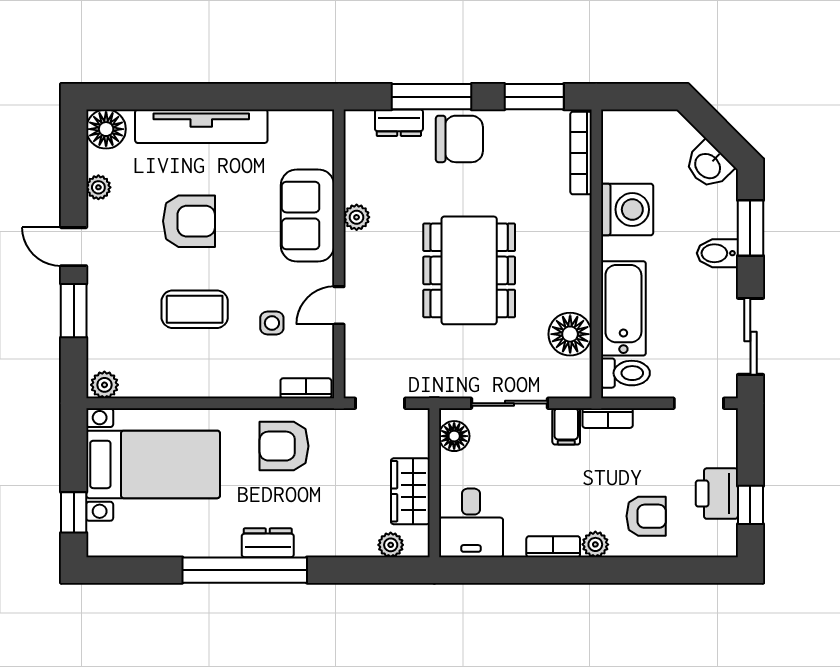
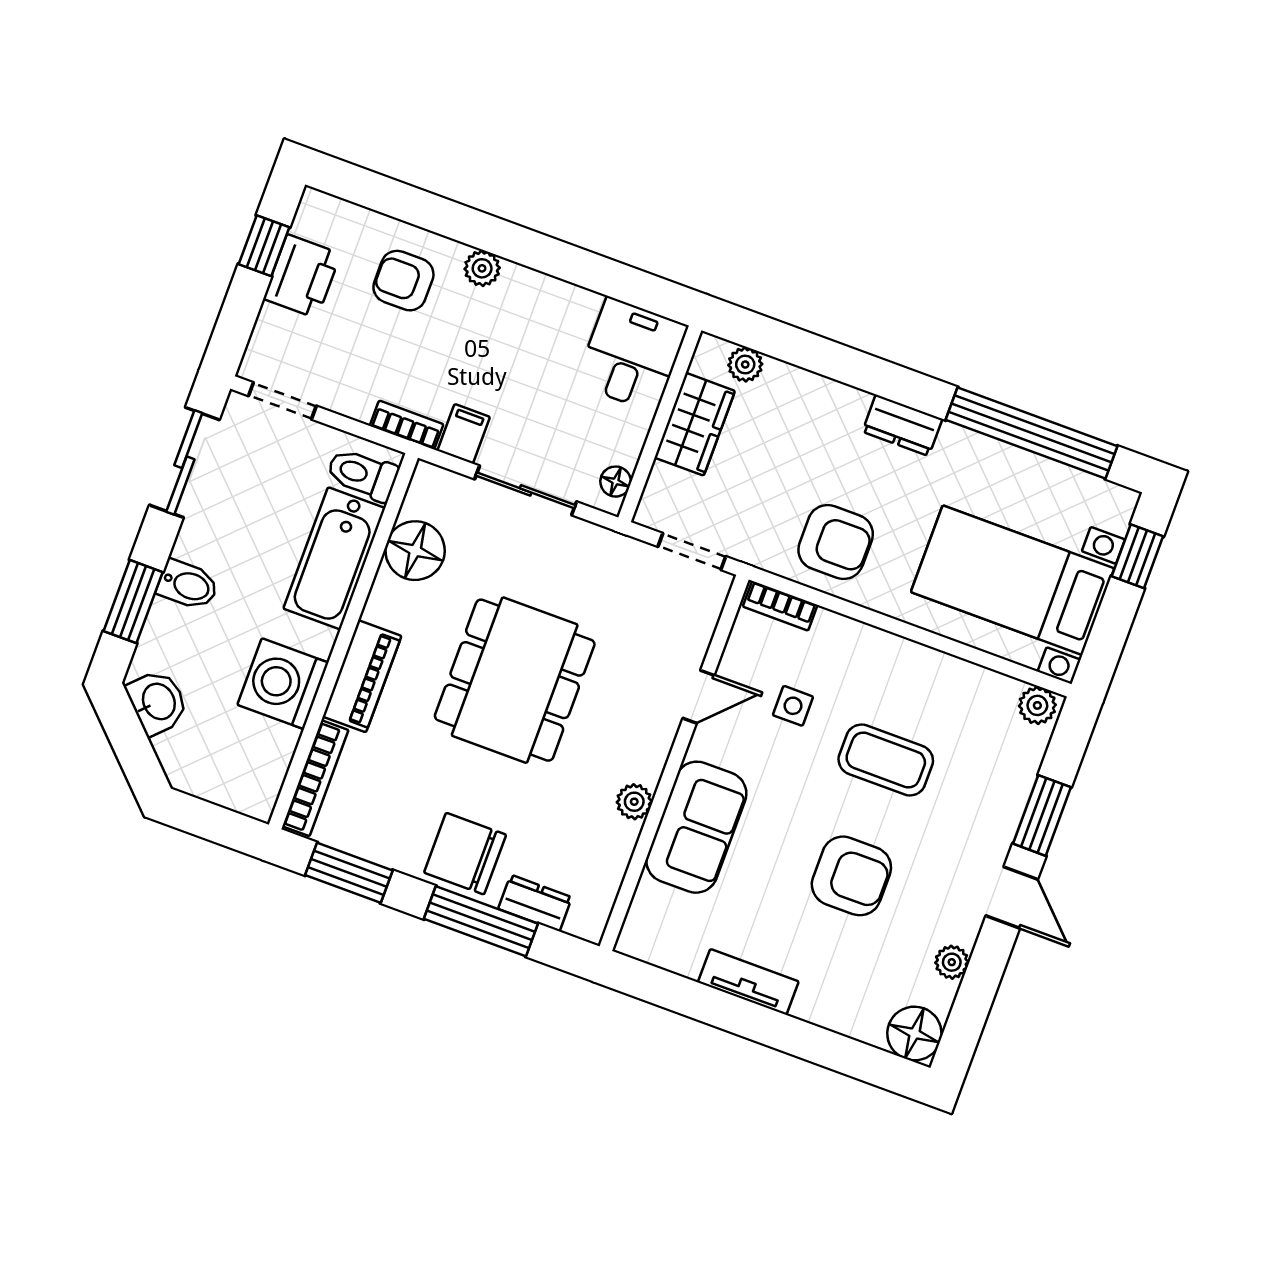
tv unit: (201, 126) -> (748, 982), width x0.52, depth x0.78
armchair: (189, 221) -> (851, 876), turned 180
piano: (575, 235) -> (362, 676), added
floor lamp: (454, 436) -> (616, 482), width x0.73, depth x0.73
bookcase: (553, 547) -> (537, 285), removed
window: (245, 570) -> (1031, 433), moved

